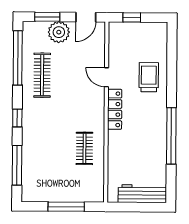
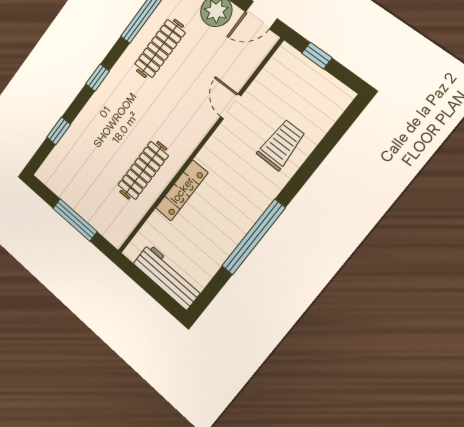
locker: (115, 109) -> (182, 190), moved
clothes rail: (84, 148) -> (143, 170), width x1.36
window: (17, 165) -> (59, 131), width x0.46

